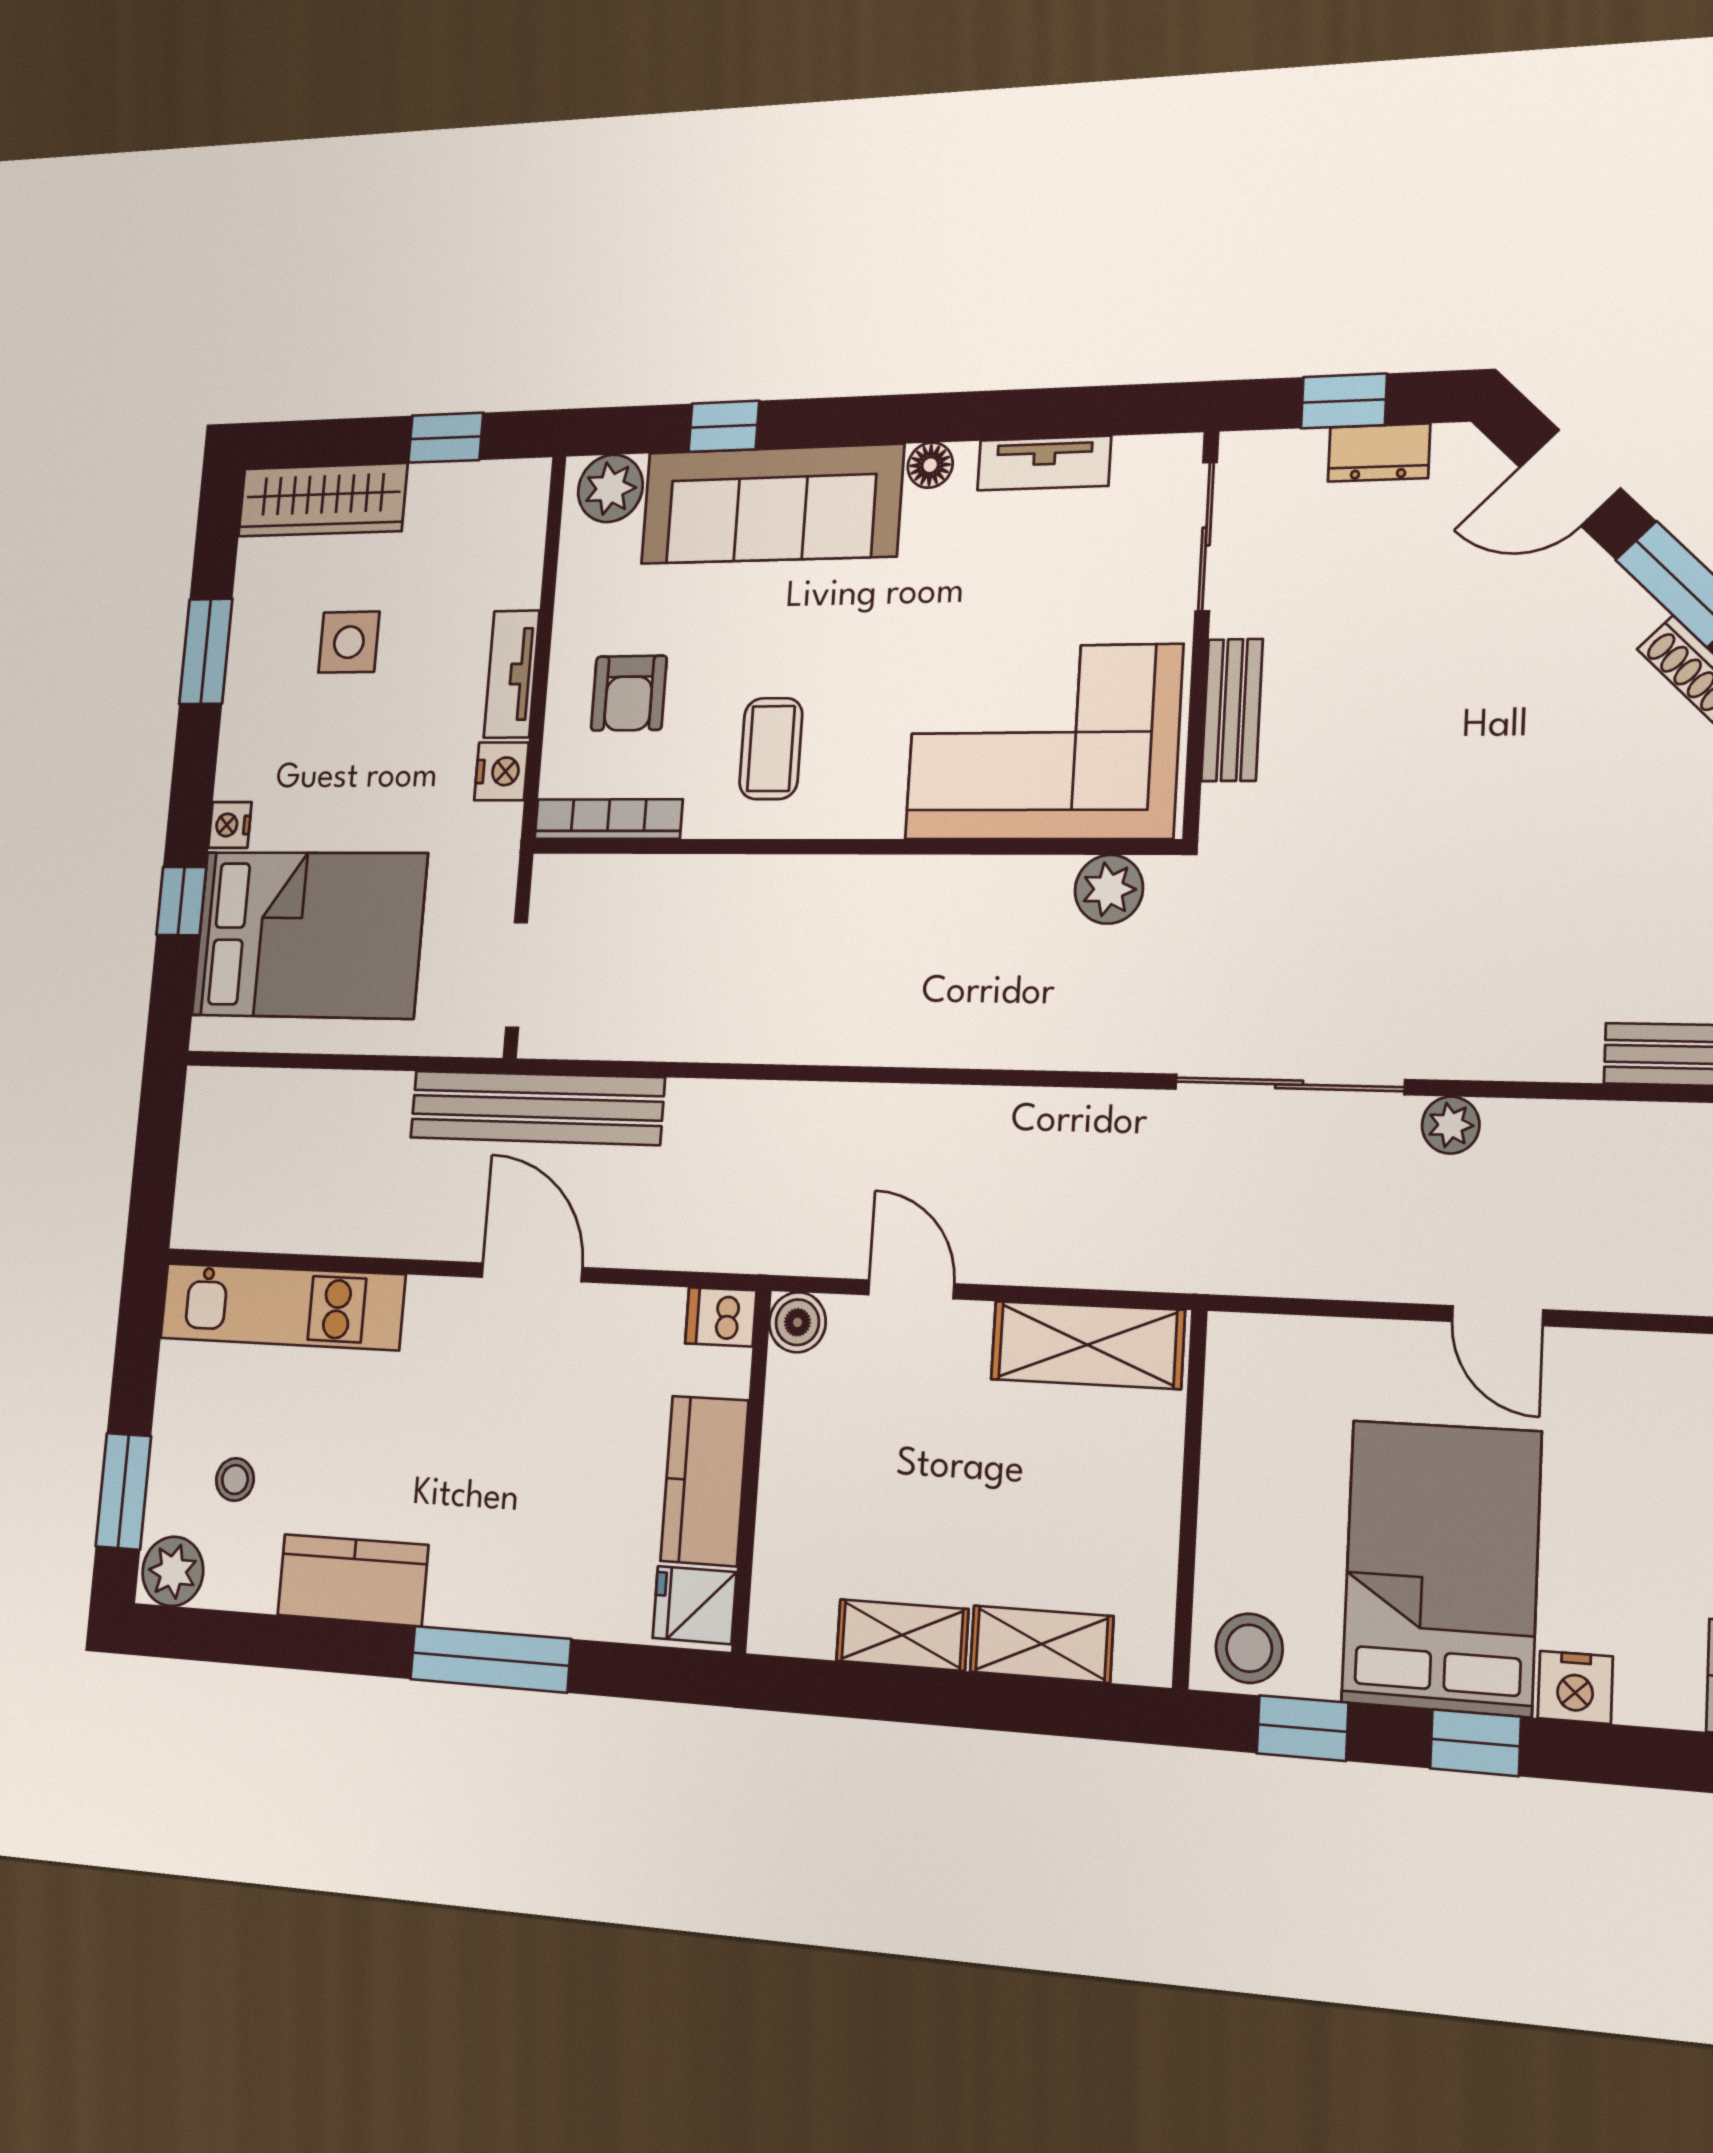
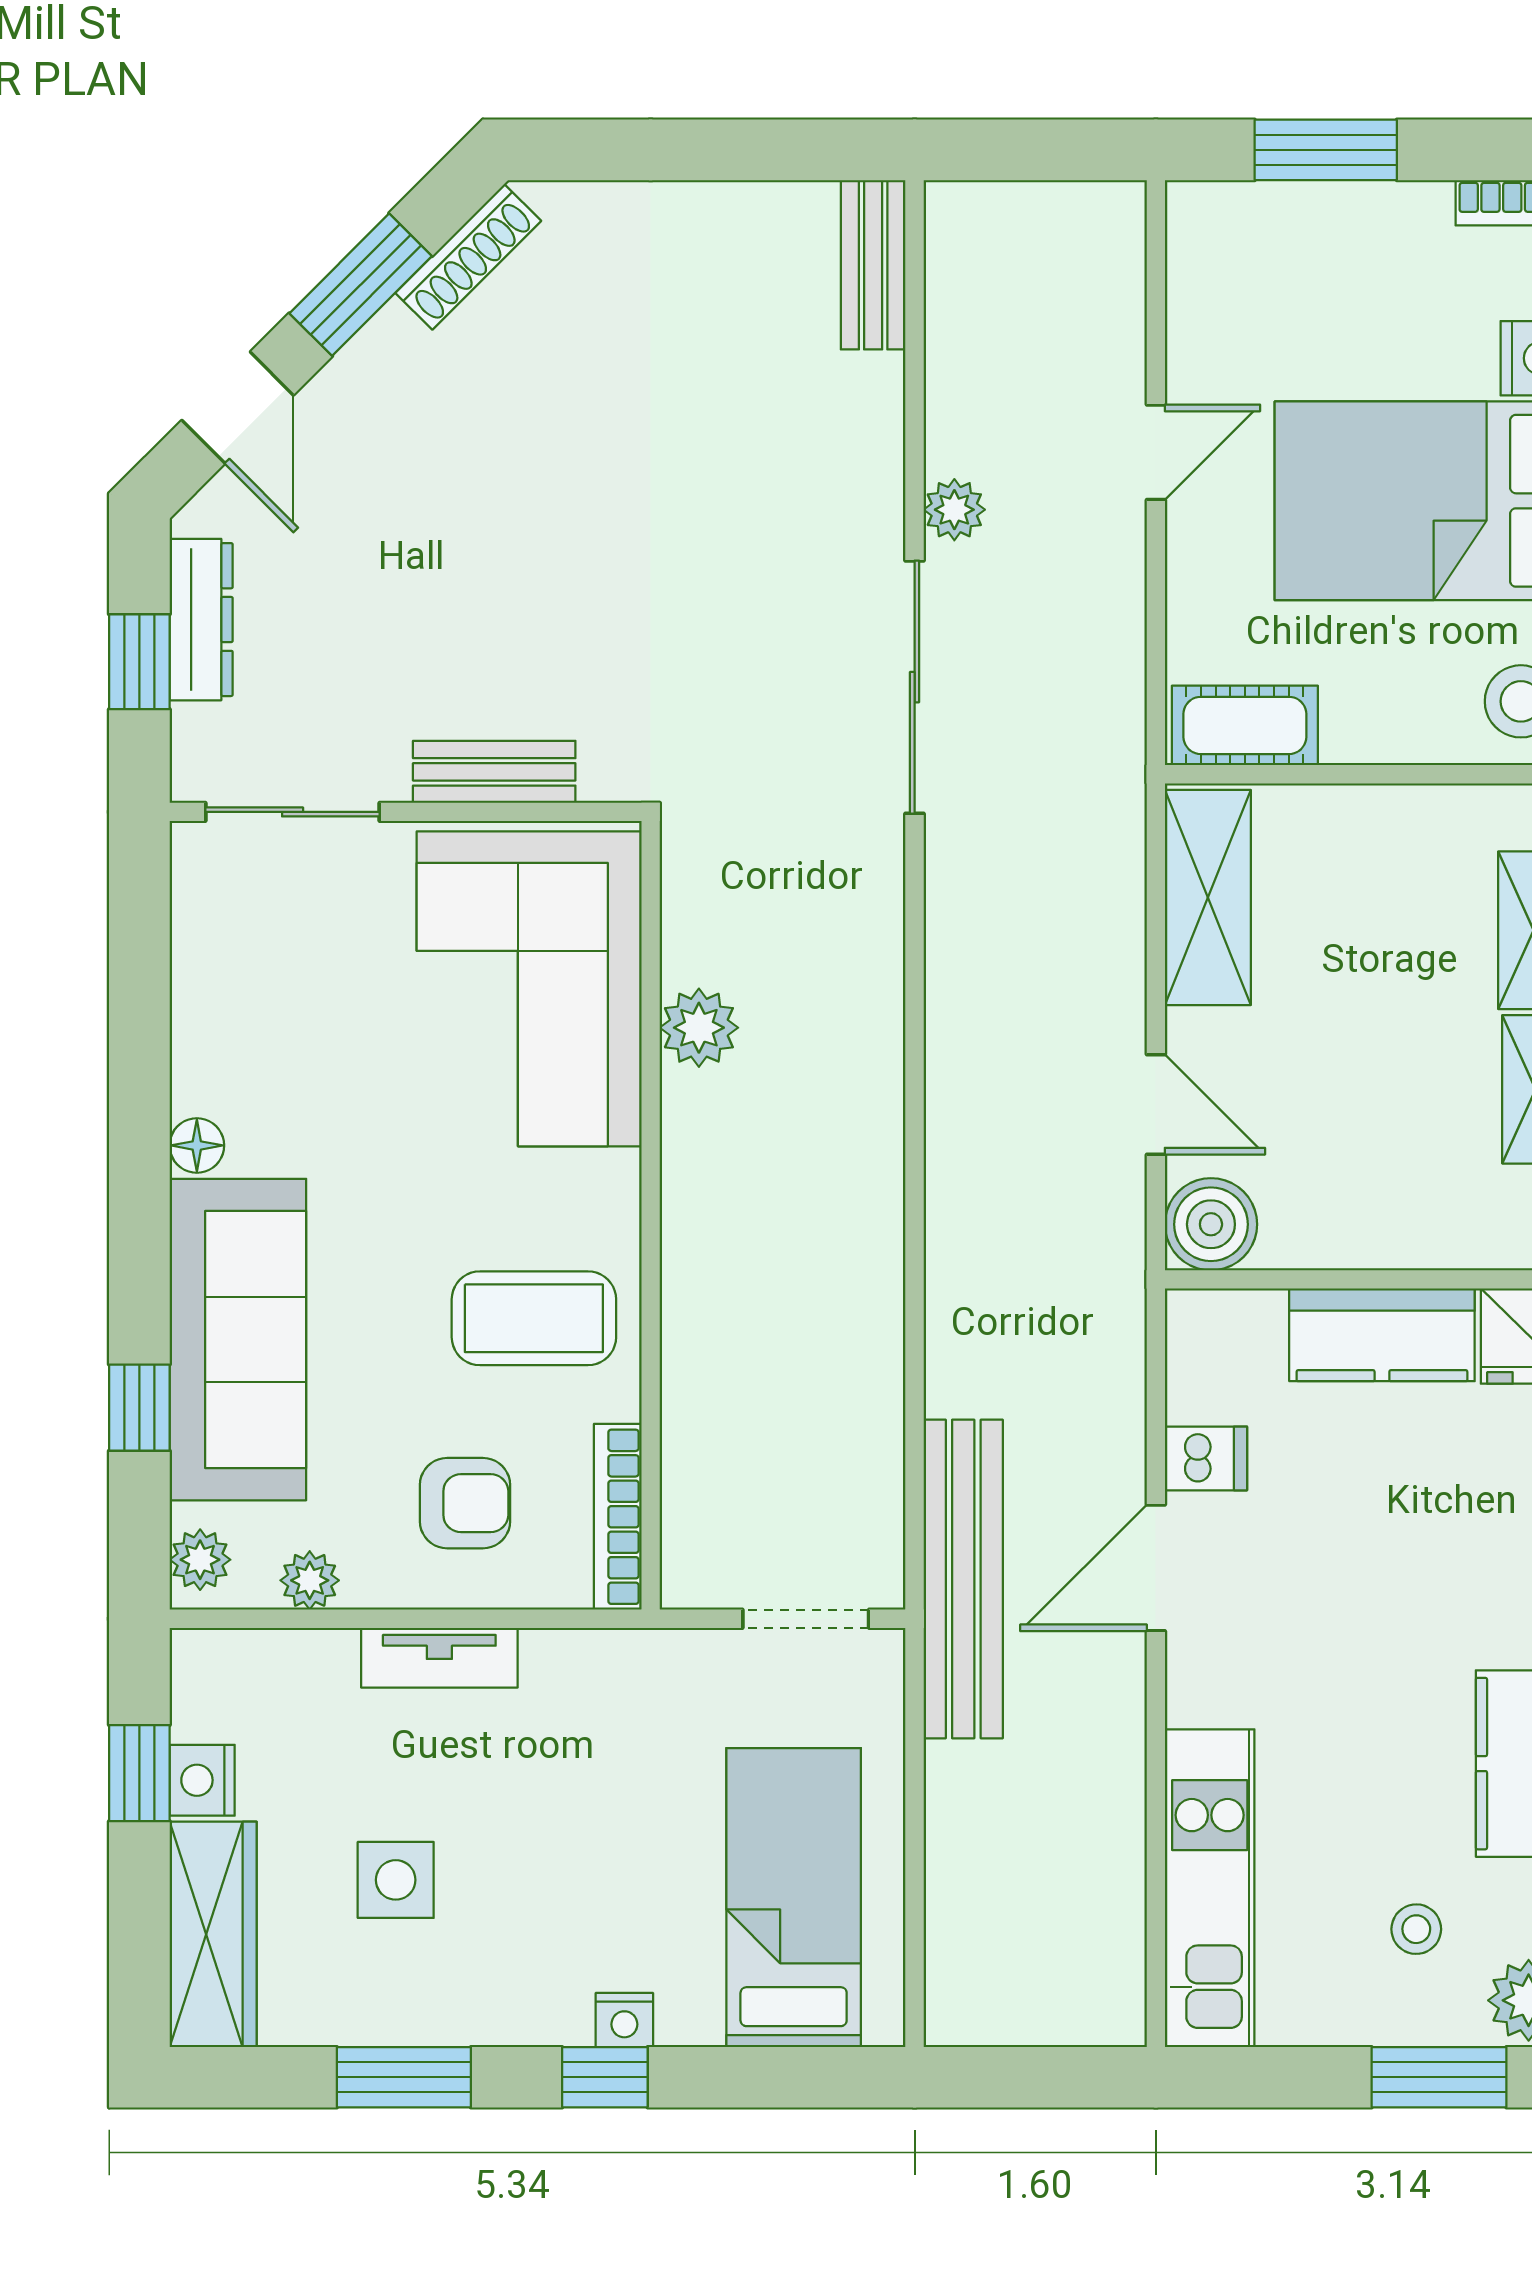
dresser: (1379, 453) -> (201, 620), width x1.44
tv unit: (1044, 463) -> (199, 1008), removed
plant: (610, 488) -> (200, 1560), width x0.73, depth x0.73
plant: (579, 568) -> (310, 1580), added
coffee table: (771, 749) -> (534, 1318), width x1.36, depth x1.30
nightstand: (501, 771) -> (202, 1780), moved, turned -90
plant: (1109, 889) -> (699, 1028), moved
window: (181, 901) -> (605, 2077), moved
bed: (309, 935) -> (794, 1898), width x0.67
door: (911, 1289) -> (1156, 1104), swing flipped
dishwasher: (721, 1317) -> (1206, 1458), moved, turned -90
boiler: (797, 1322) -> (1211, 1224), width x1.36, depth x1.36
cot: (1240, 1387) -> (1245, 725), added

